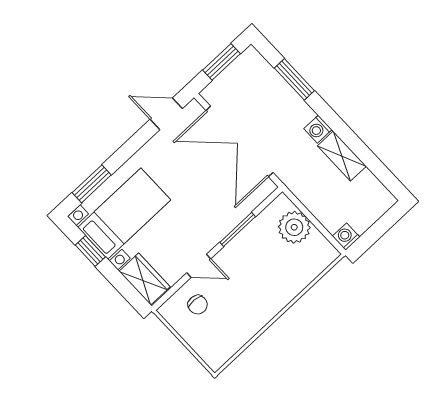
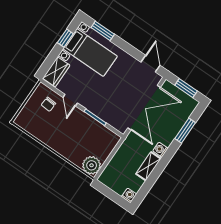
double door: (240, 141) -> (144, 108), swing flipped
plant: (294, 227) -> (92, 165), moved
washing machine: (346, 237) -> (129, 195), moved

